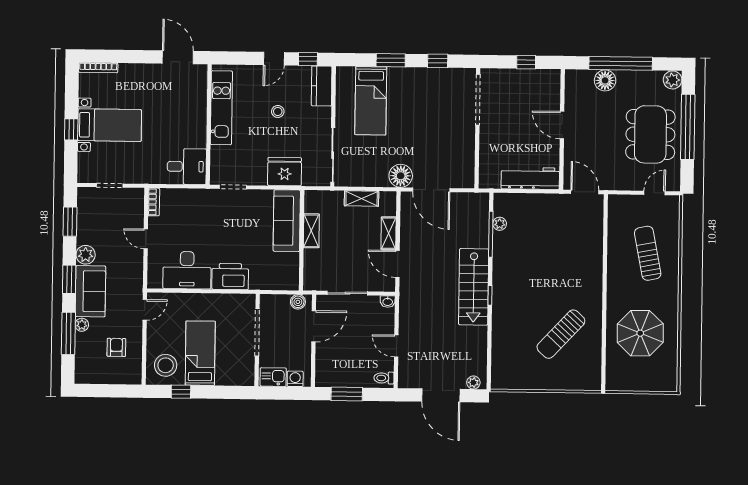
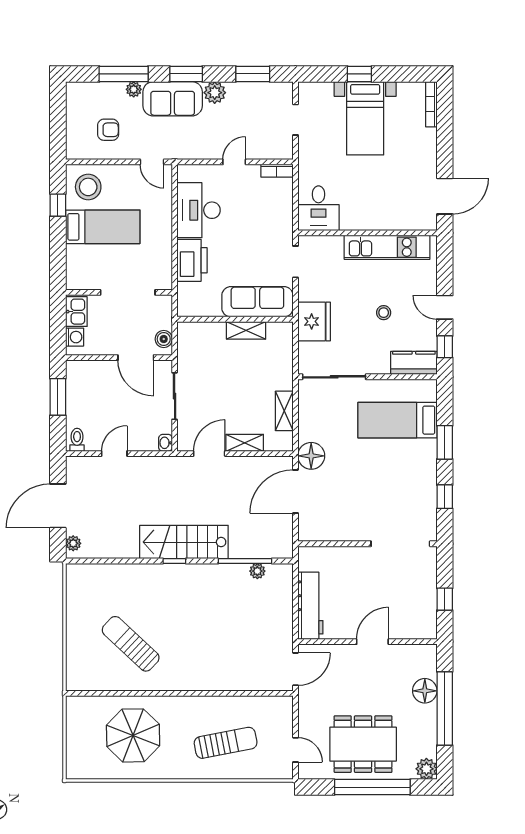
sofa: (287, 221) -> (257, 302), moved
shelving: (311, 231) -> (246, 330), moved
wall: (302, 240) -> (235, 319), moved

